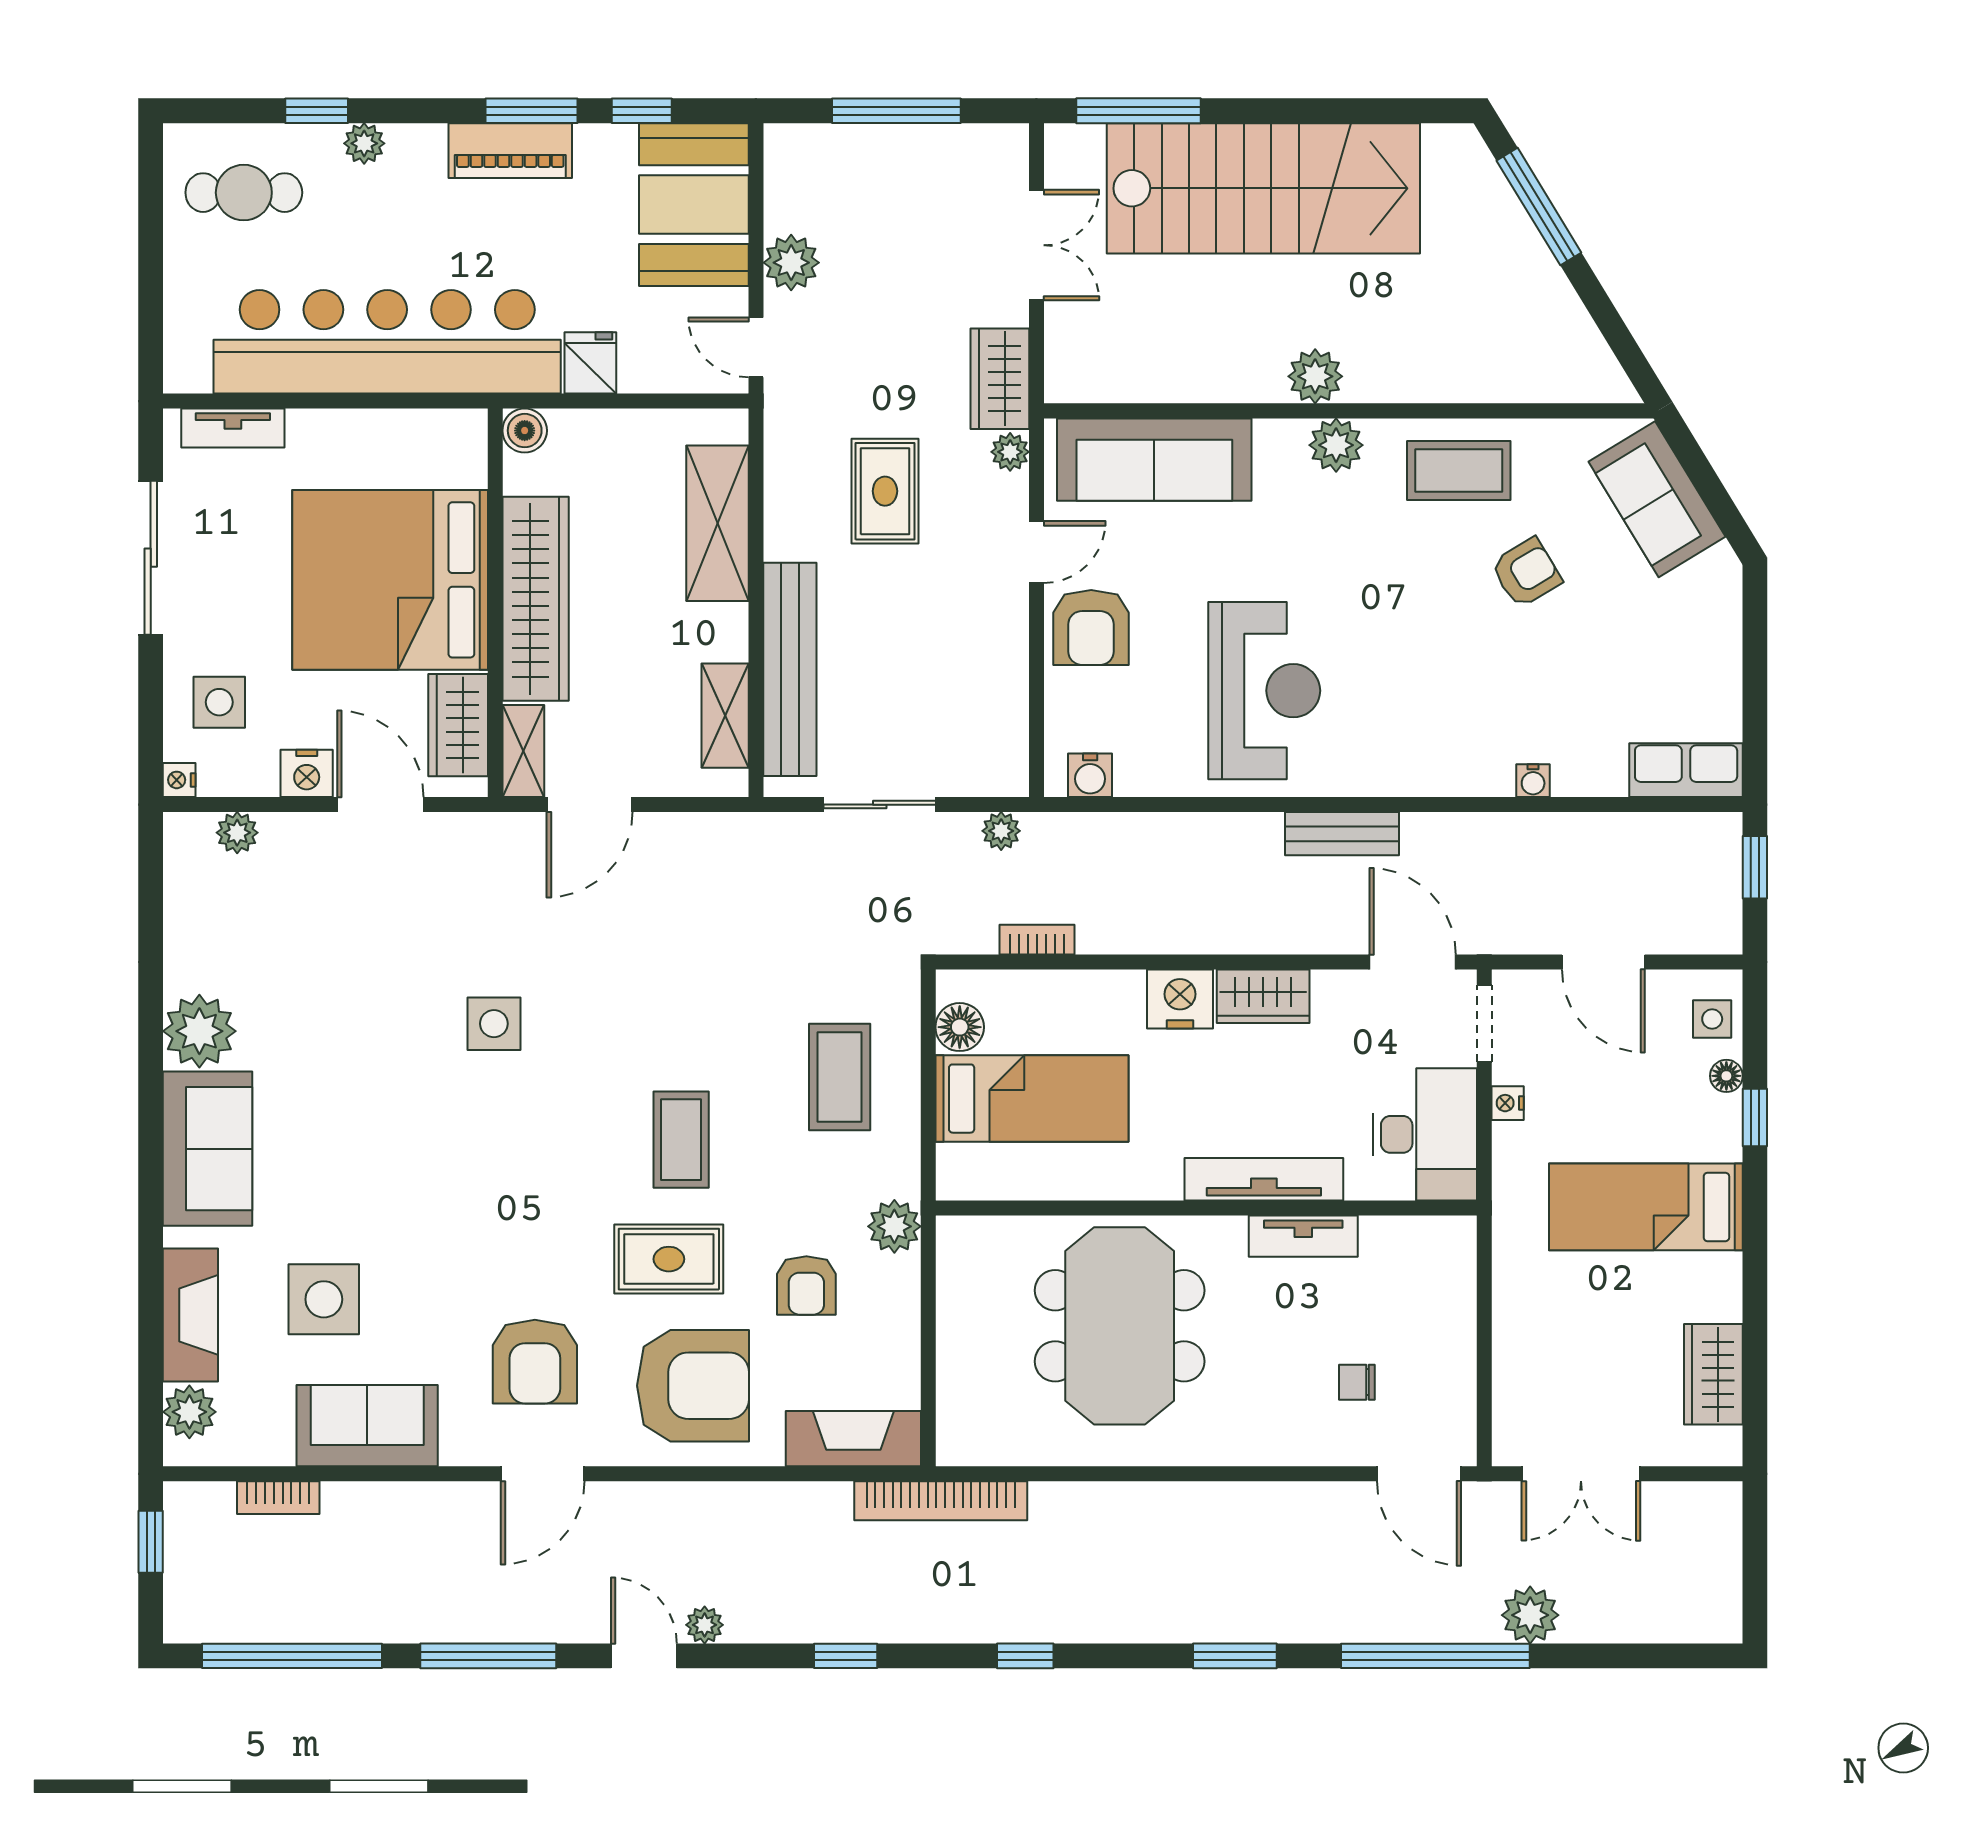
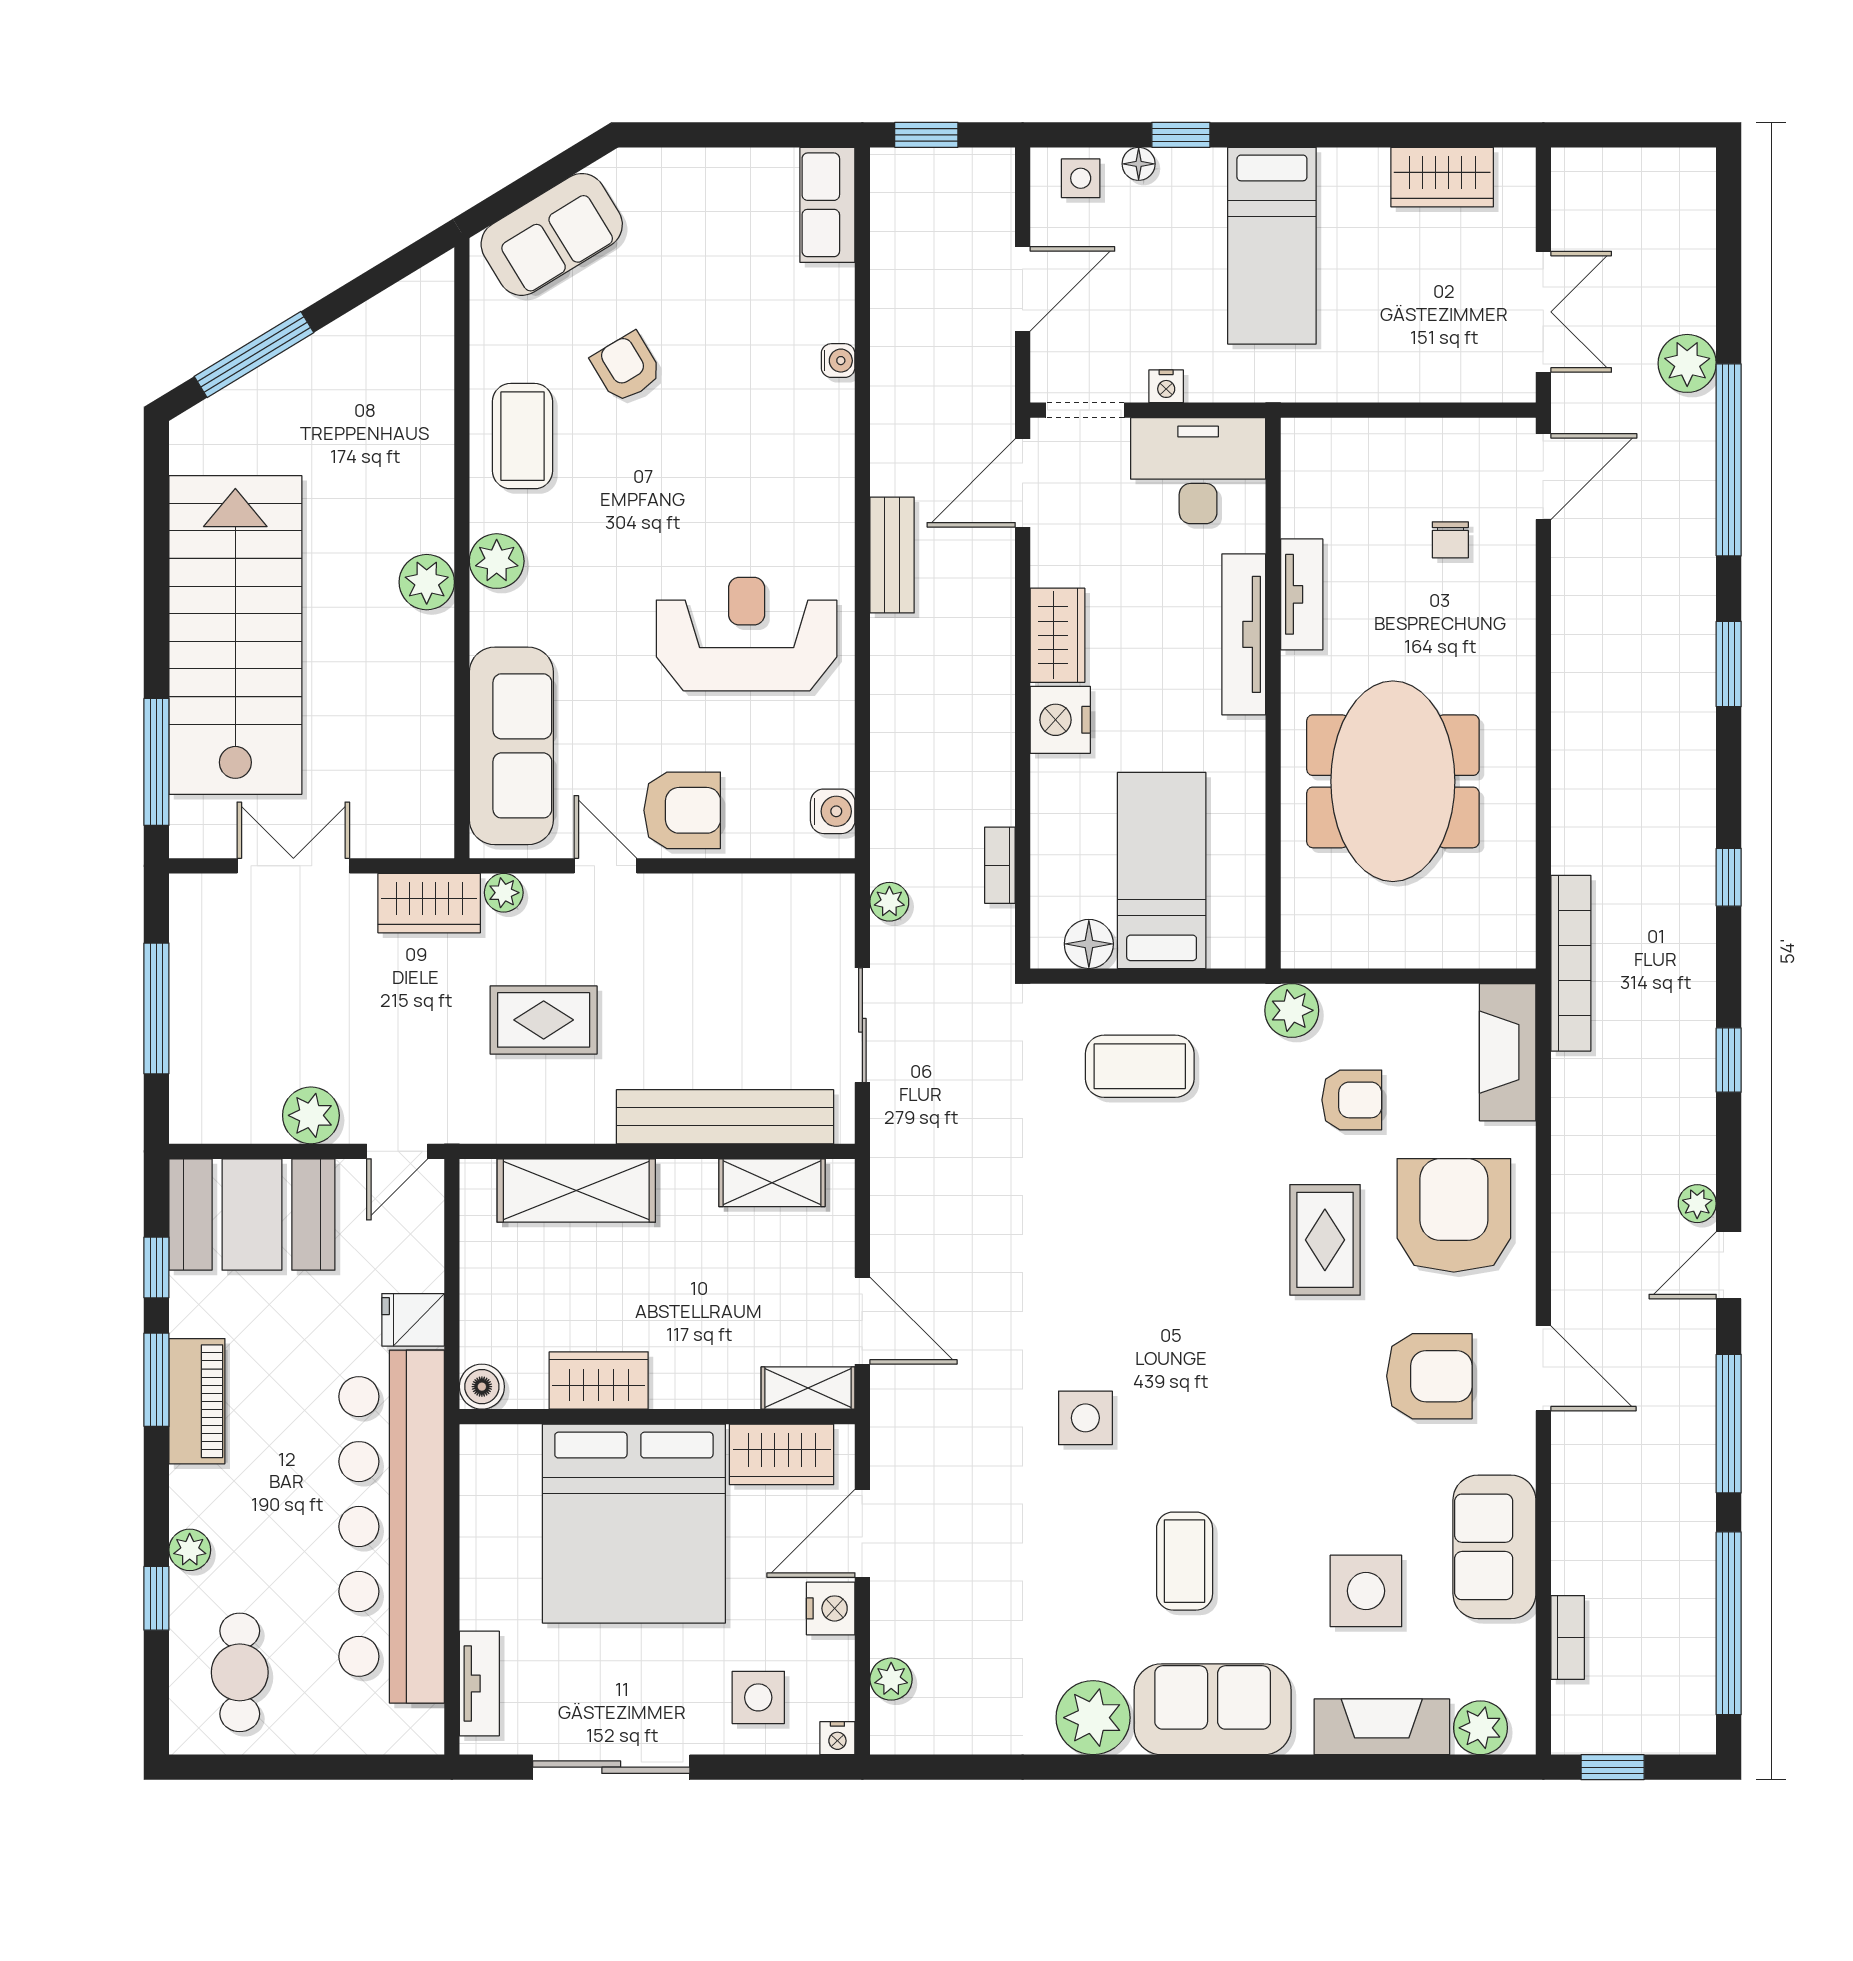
wardrobe: (536, 599) -> (599, 1380), width x0.48, depth x0.85
coffee table: (681, 1140) -> (1185, 1561), moved, turned 90
meeting table: (1120, 1326) -> (1393, 781), turned 90

